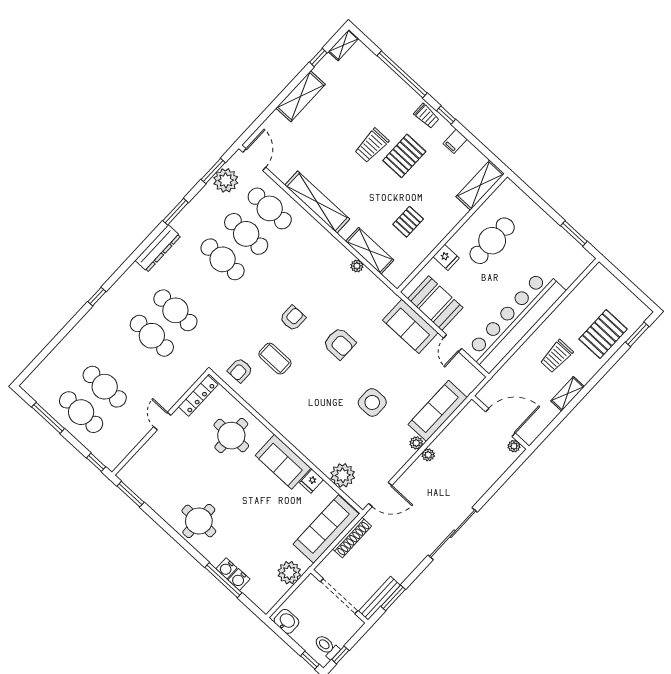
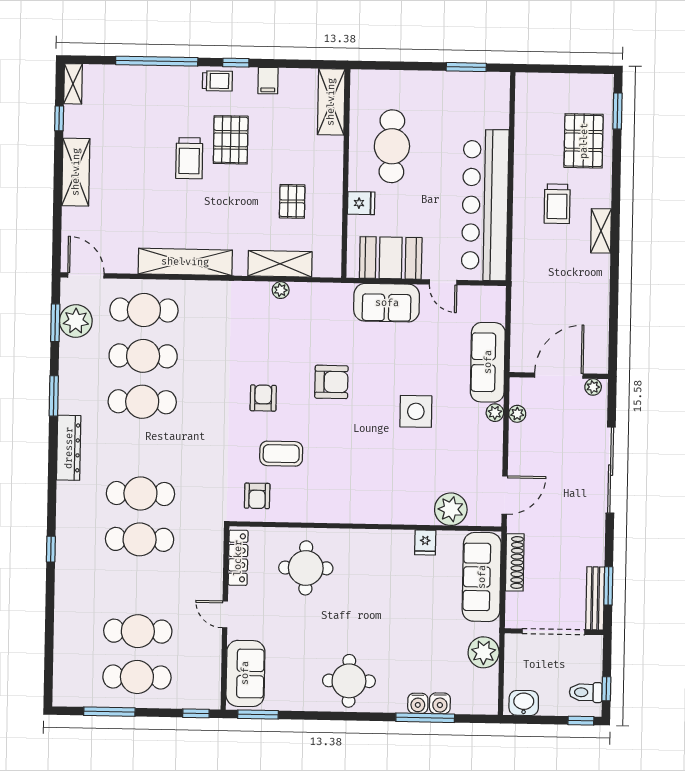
door: (500, 422) -> (559, 376), moved
wall: (500, 422) -> (559, 376), moved
plant: (514, 446) -> (593, 387), moved
sofa: (283, 462) -> (245, 673), moved, turned -90

